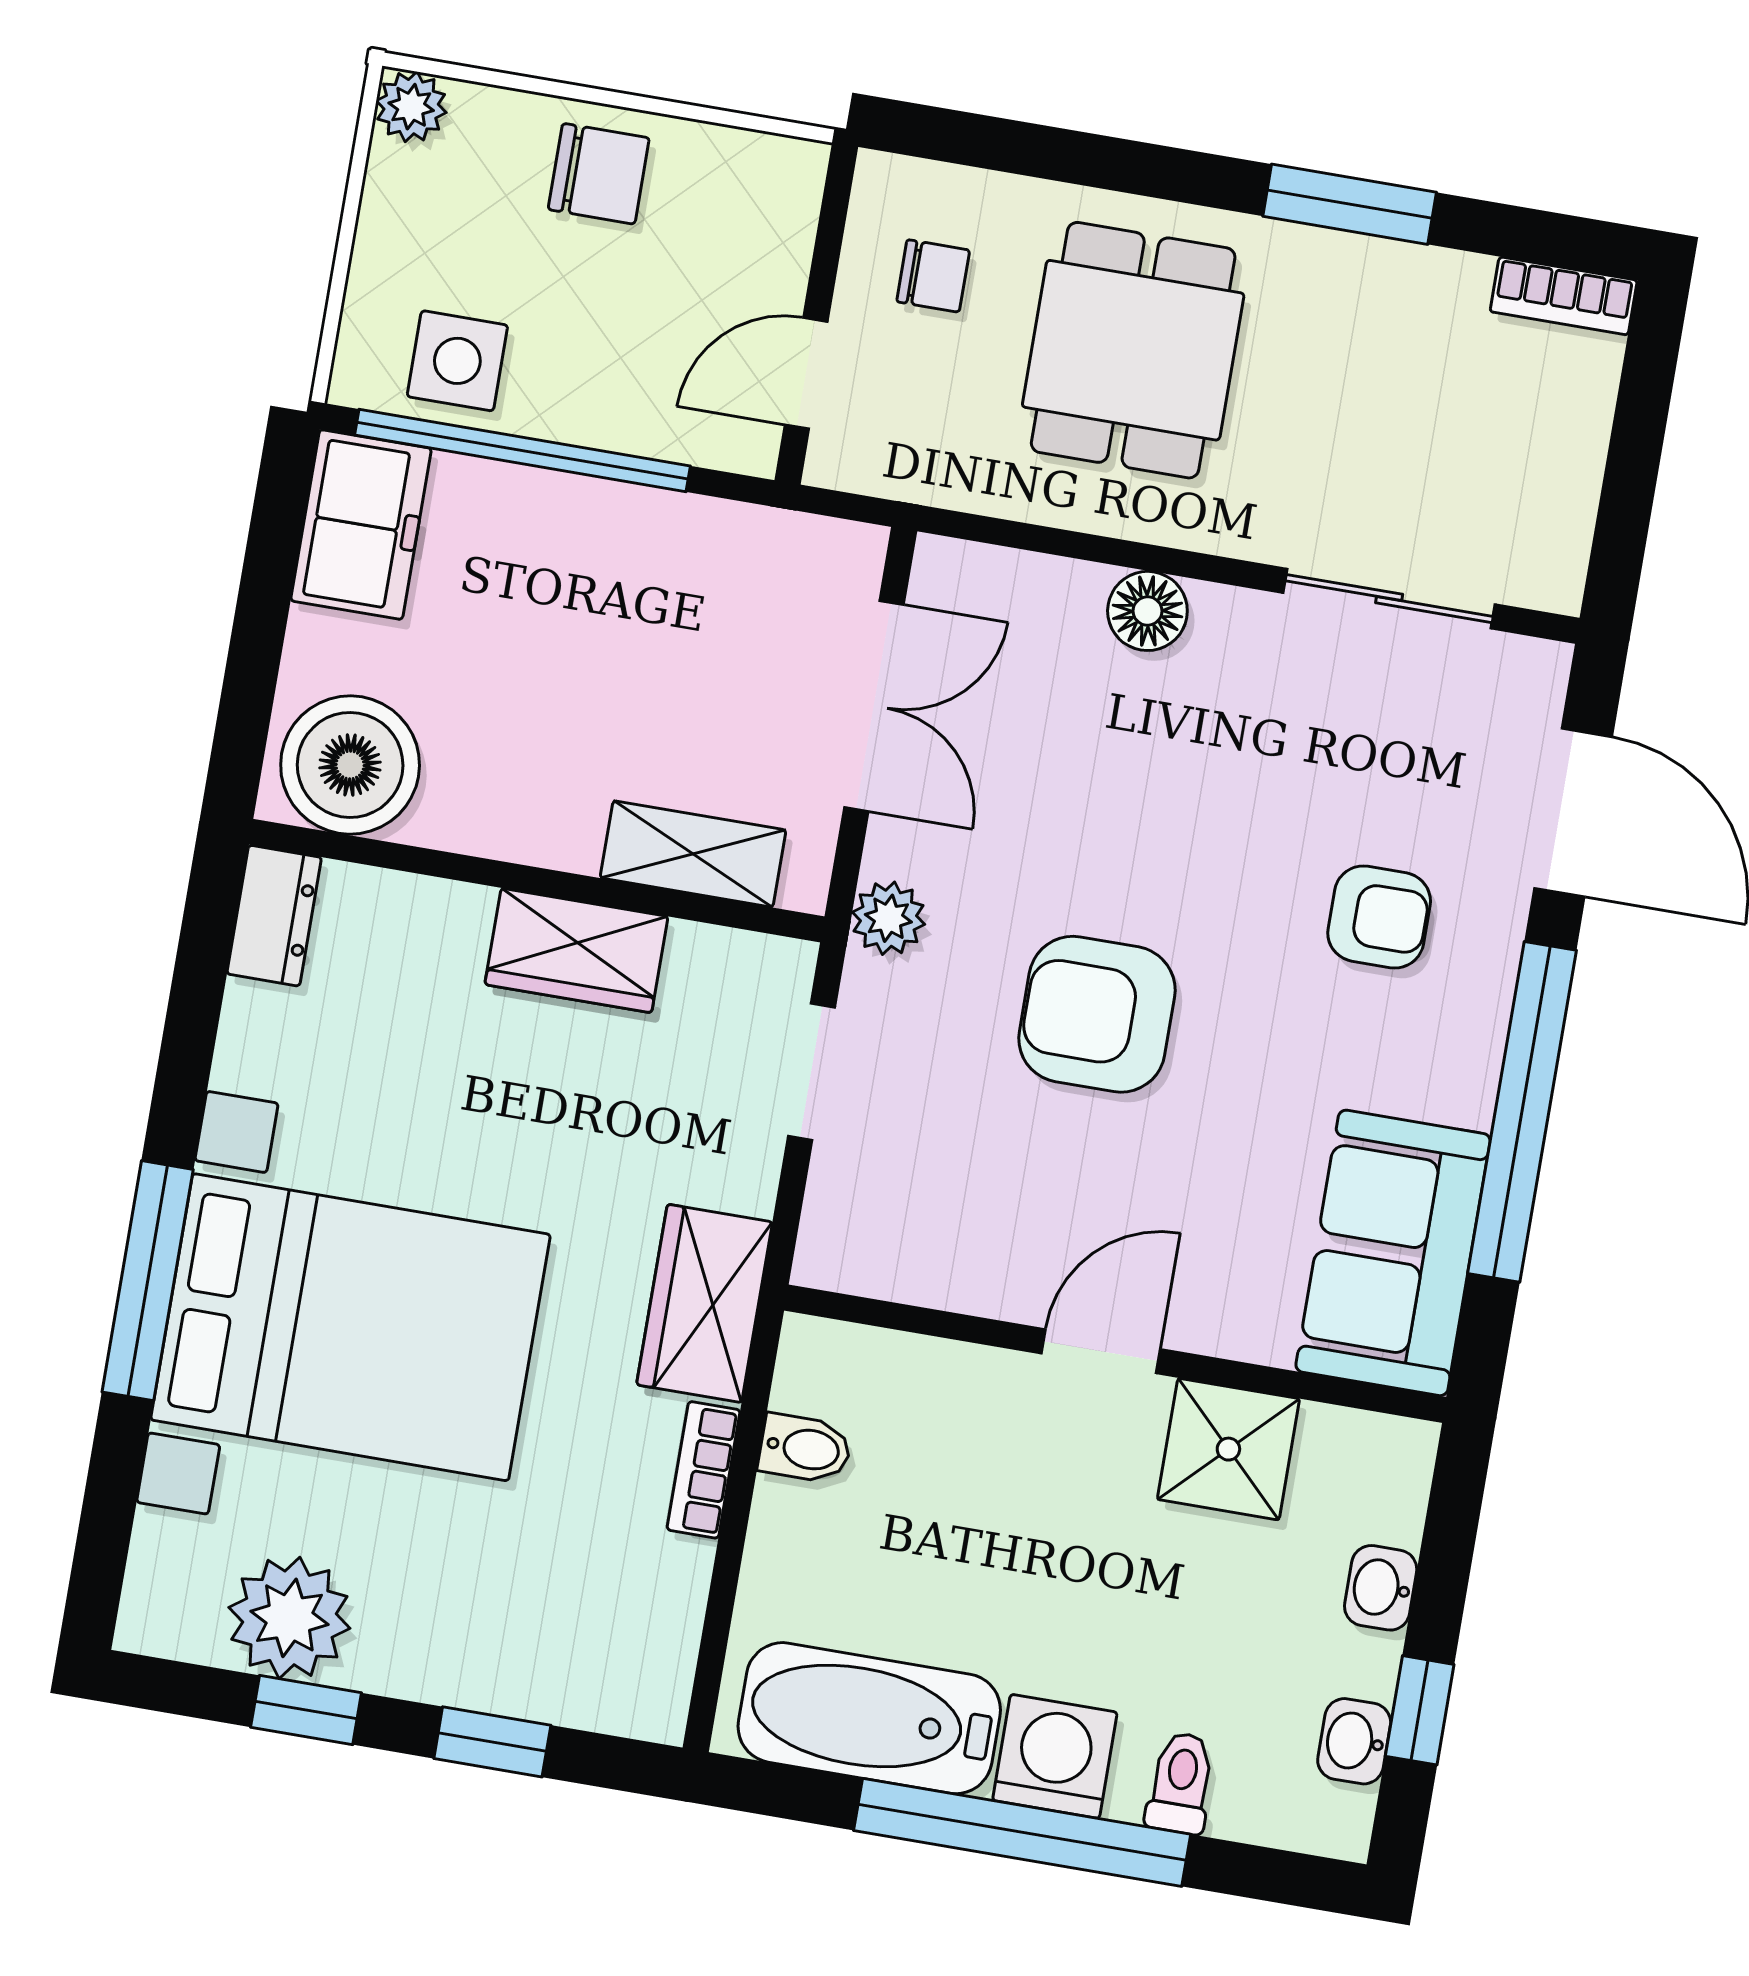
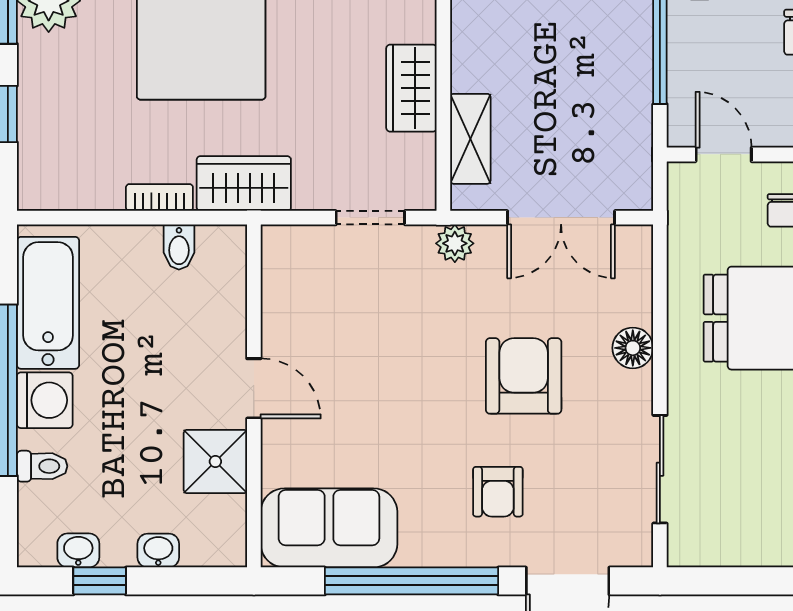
armchair: (1097, 1014) -> (524, 376), moved

